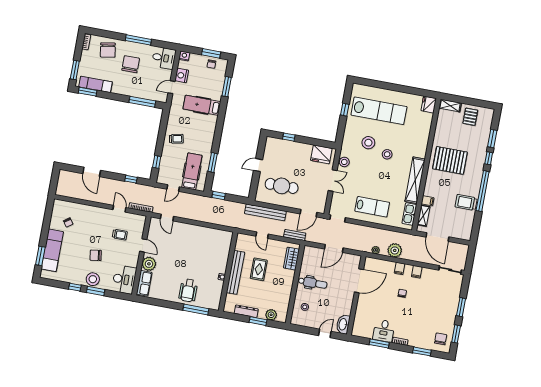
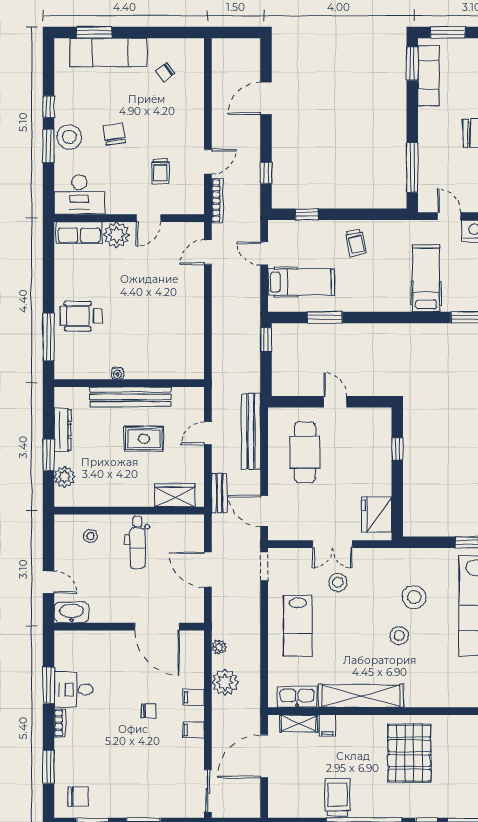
stool: (344, 162) -> (338, 582), moved

